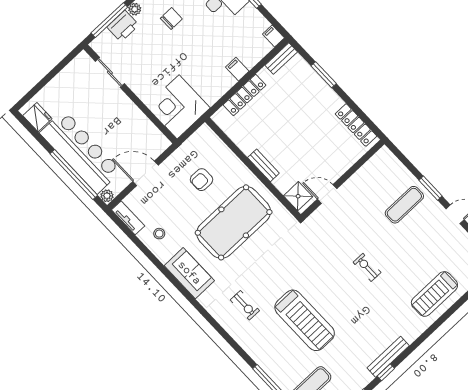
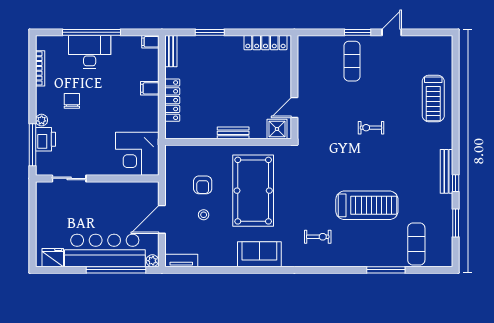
stool: (159, 234) -> (204, 215), moved

